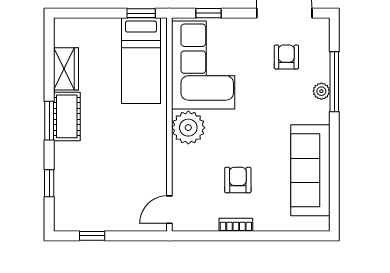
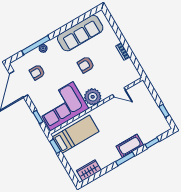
wardrobe: (66, 69) -> (89, 170), moved
cot: (67, 116) -> (130, 146), moved
armchair: (238, 180) -> (86, 65), moved
door: (169, 210) -> (119, 92), moved

